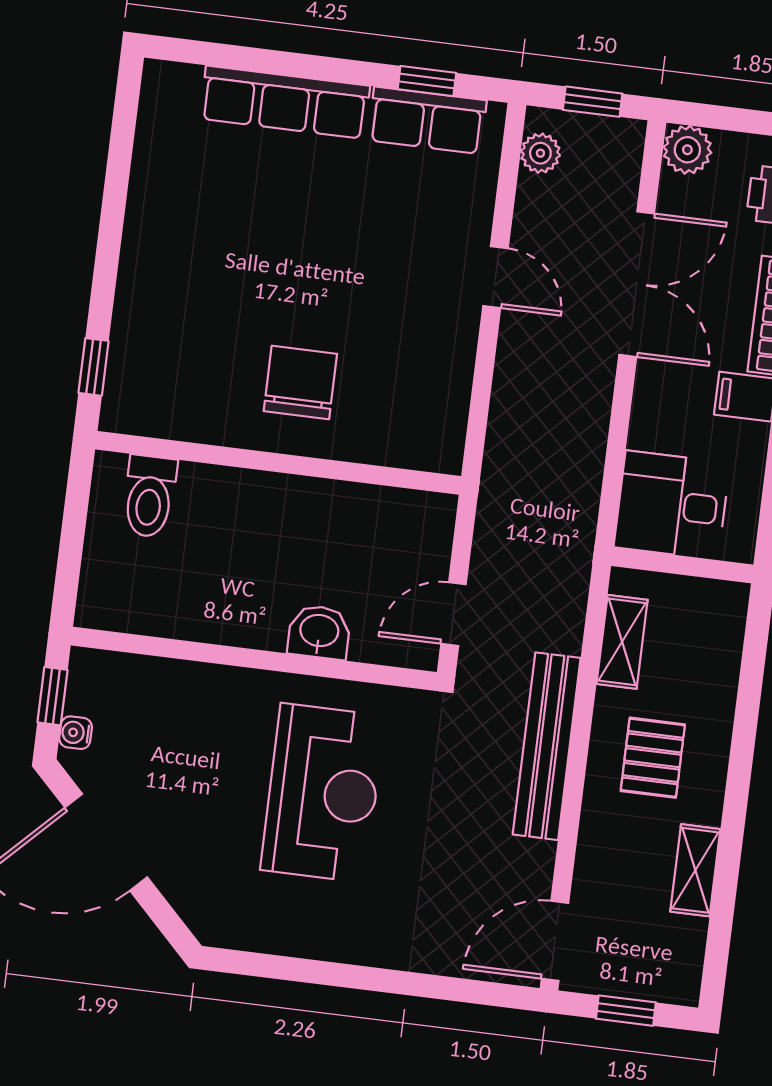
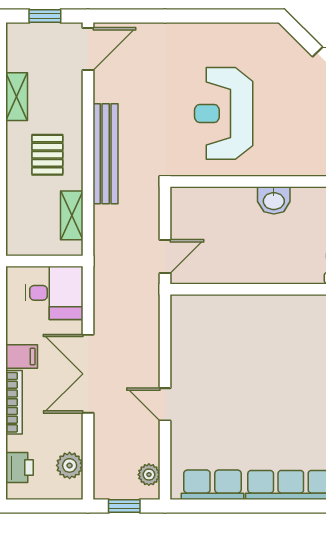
window: (427, 81) -> (215, 506), removed
plant: (687, 150) -> (70, 465), moved
double door: (637, 284) -> (88, 374), moved
chair: (300, 382) -> (263, 334), removed
door: (454, 614) -> (165, 256), moved
washbasin: (319, 632) -> (274, 200), moved

